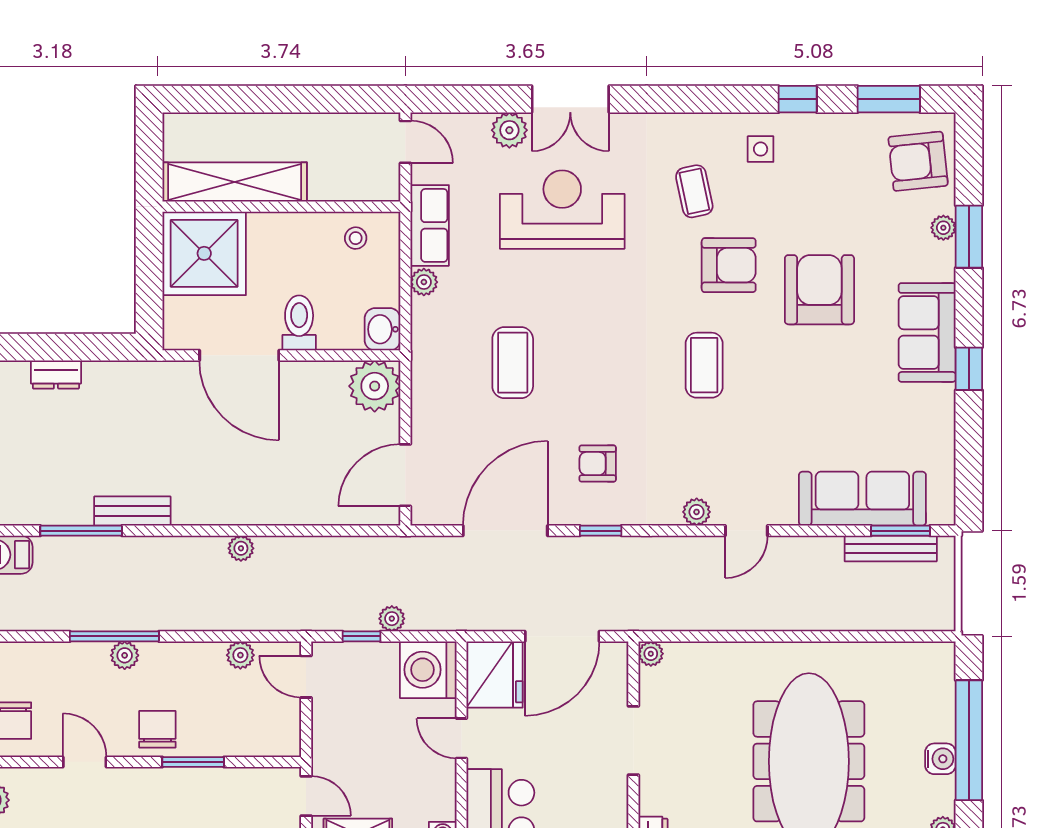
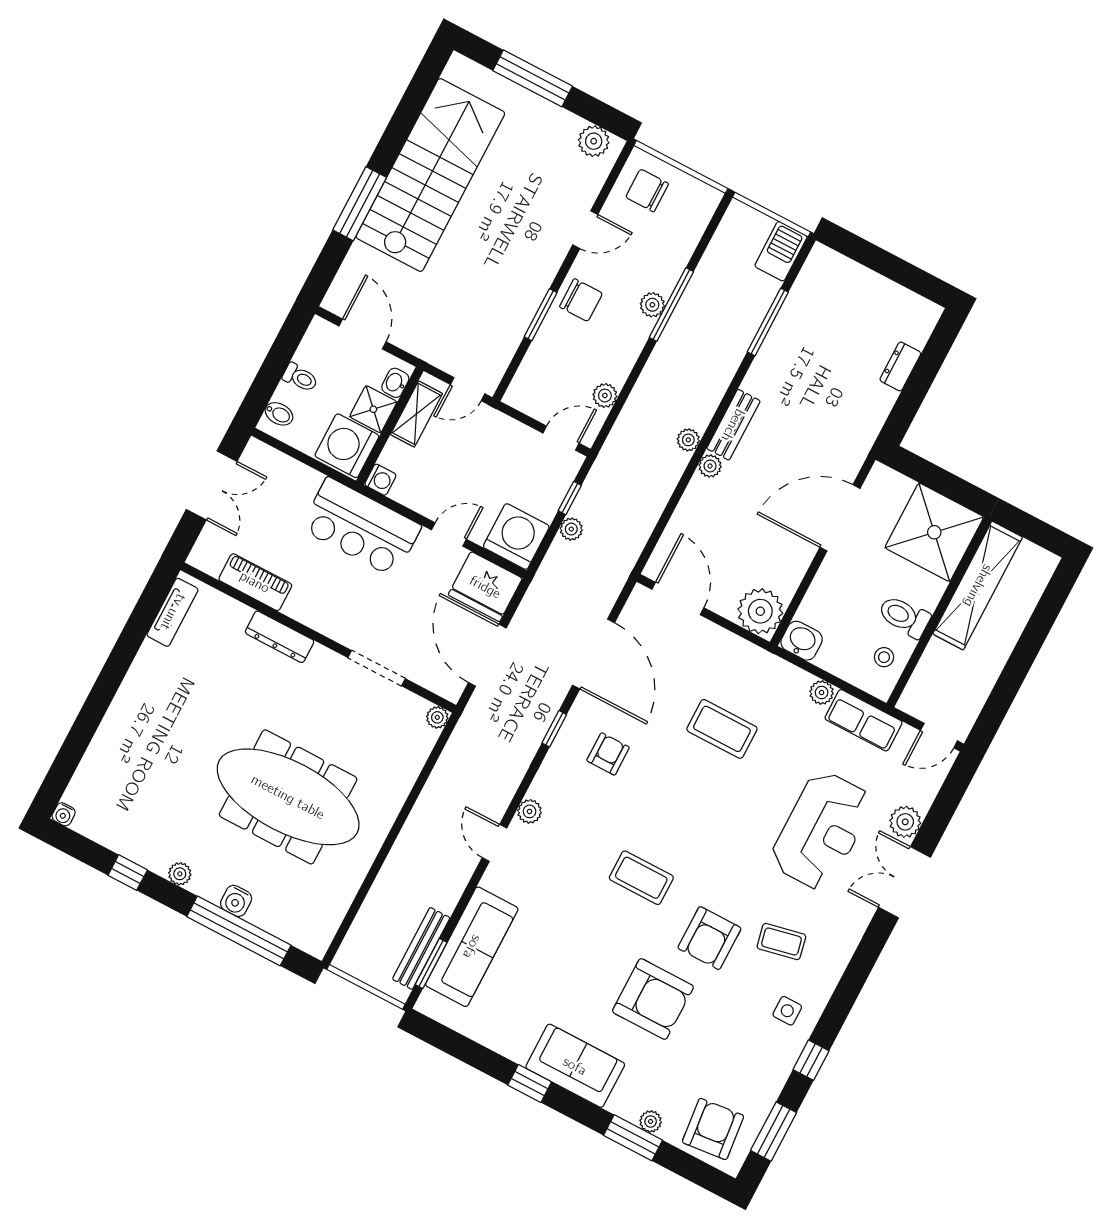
toilet: (299, 323) -> (904, 617), moved, turned 180
bench: (132, 511) -> (733, 425), moved
plant: (256, 513) -> (710, 466), added

